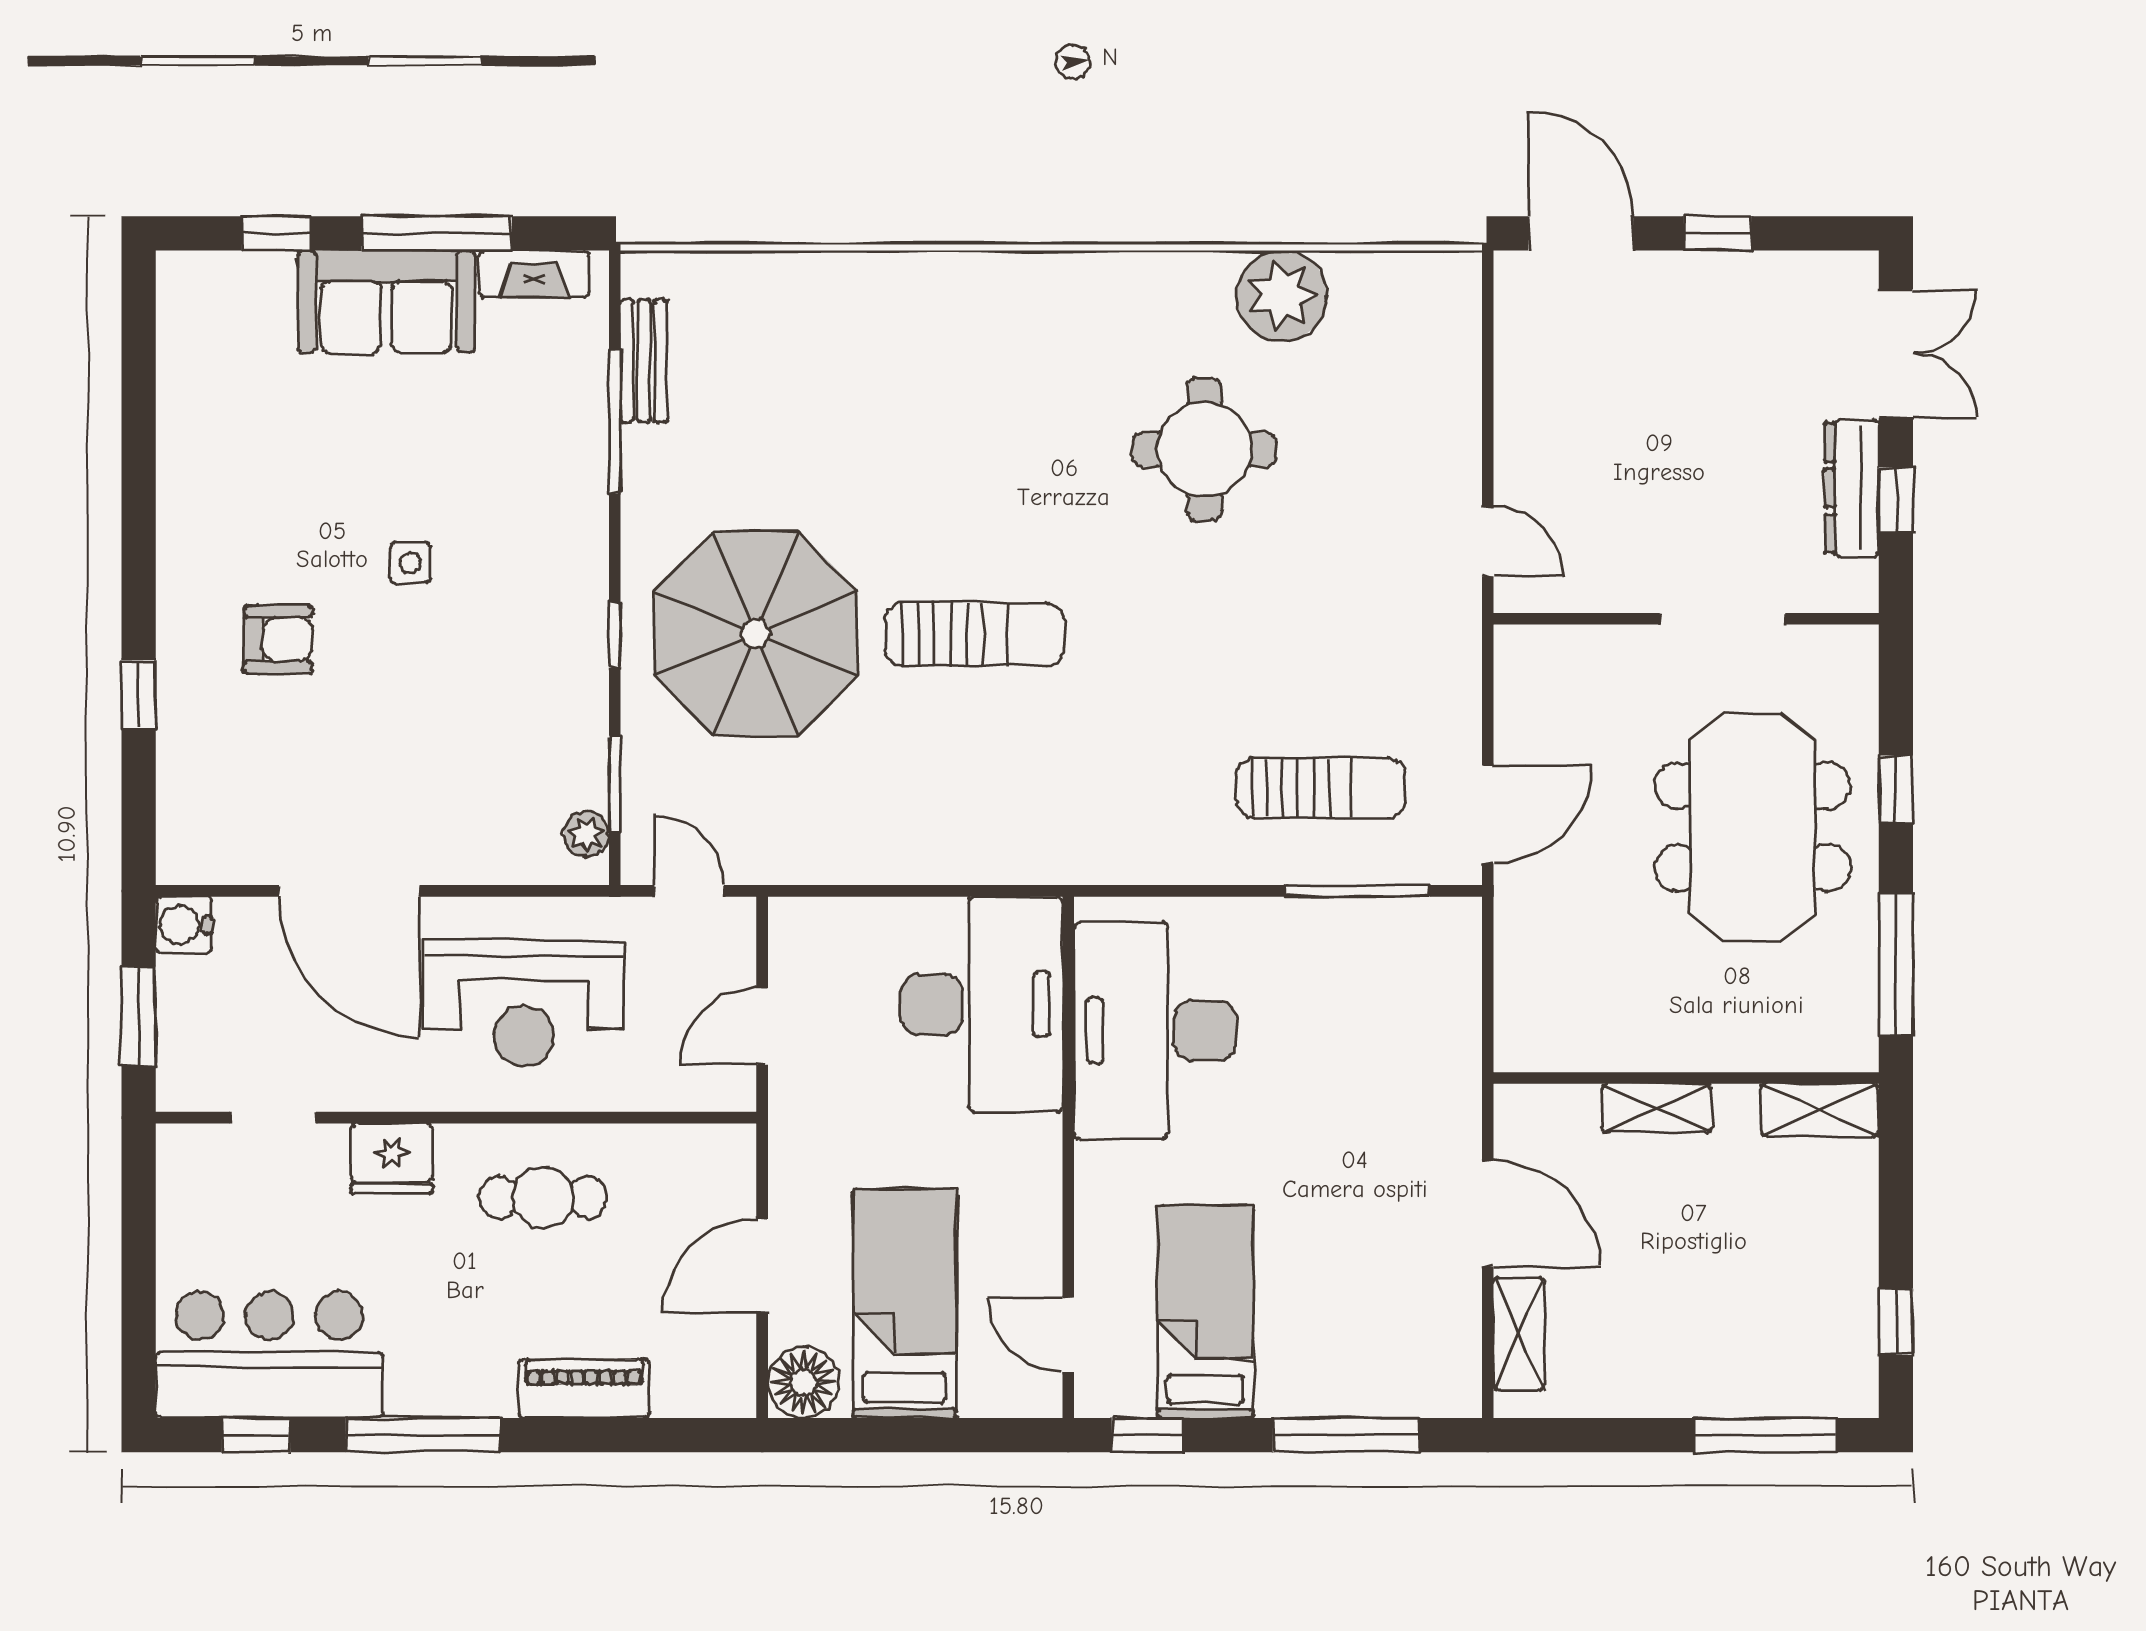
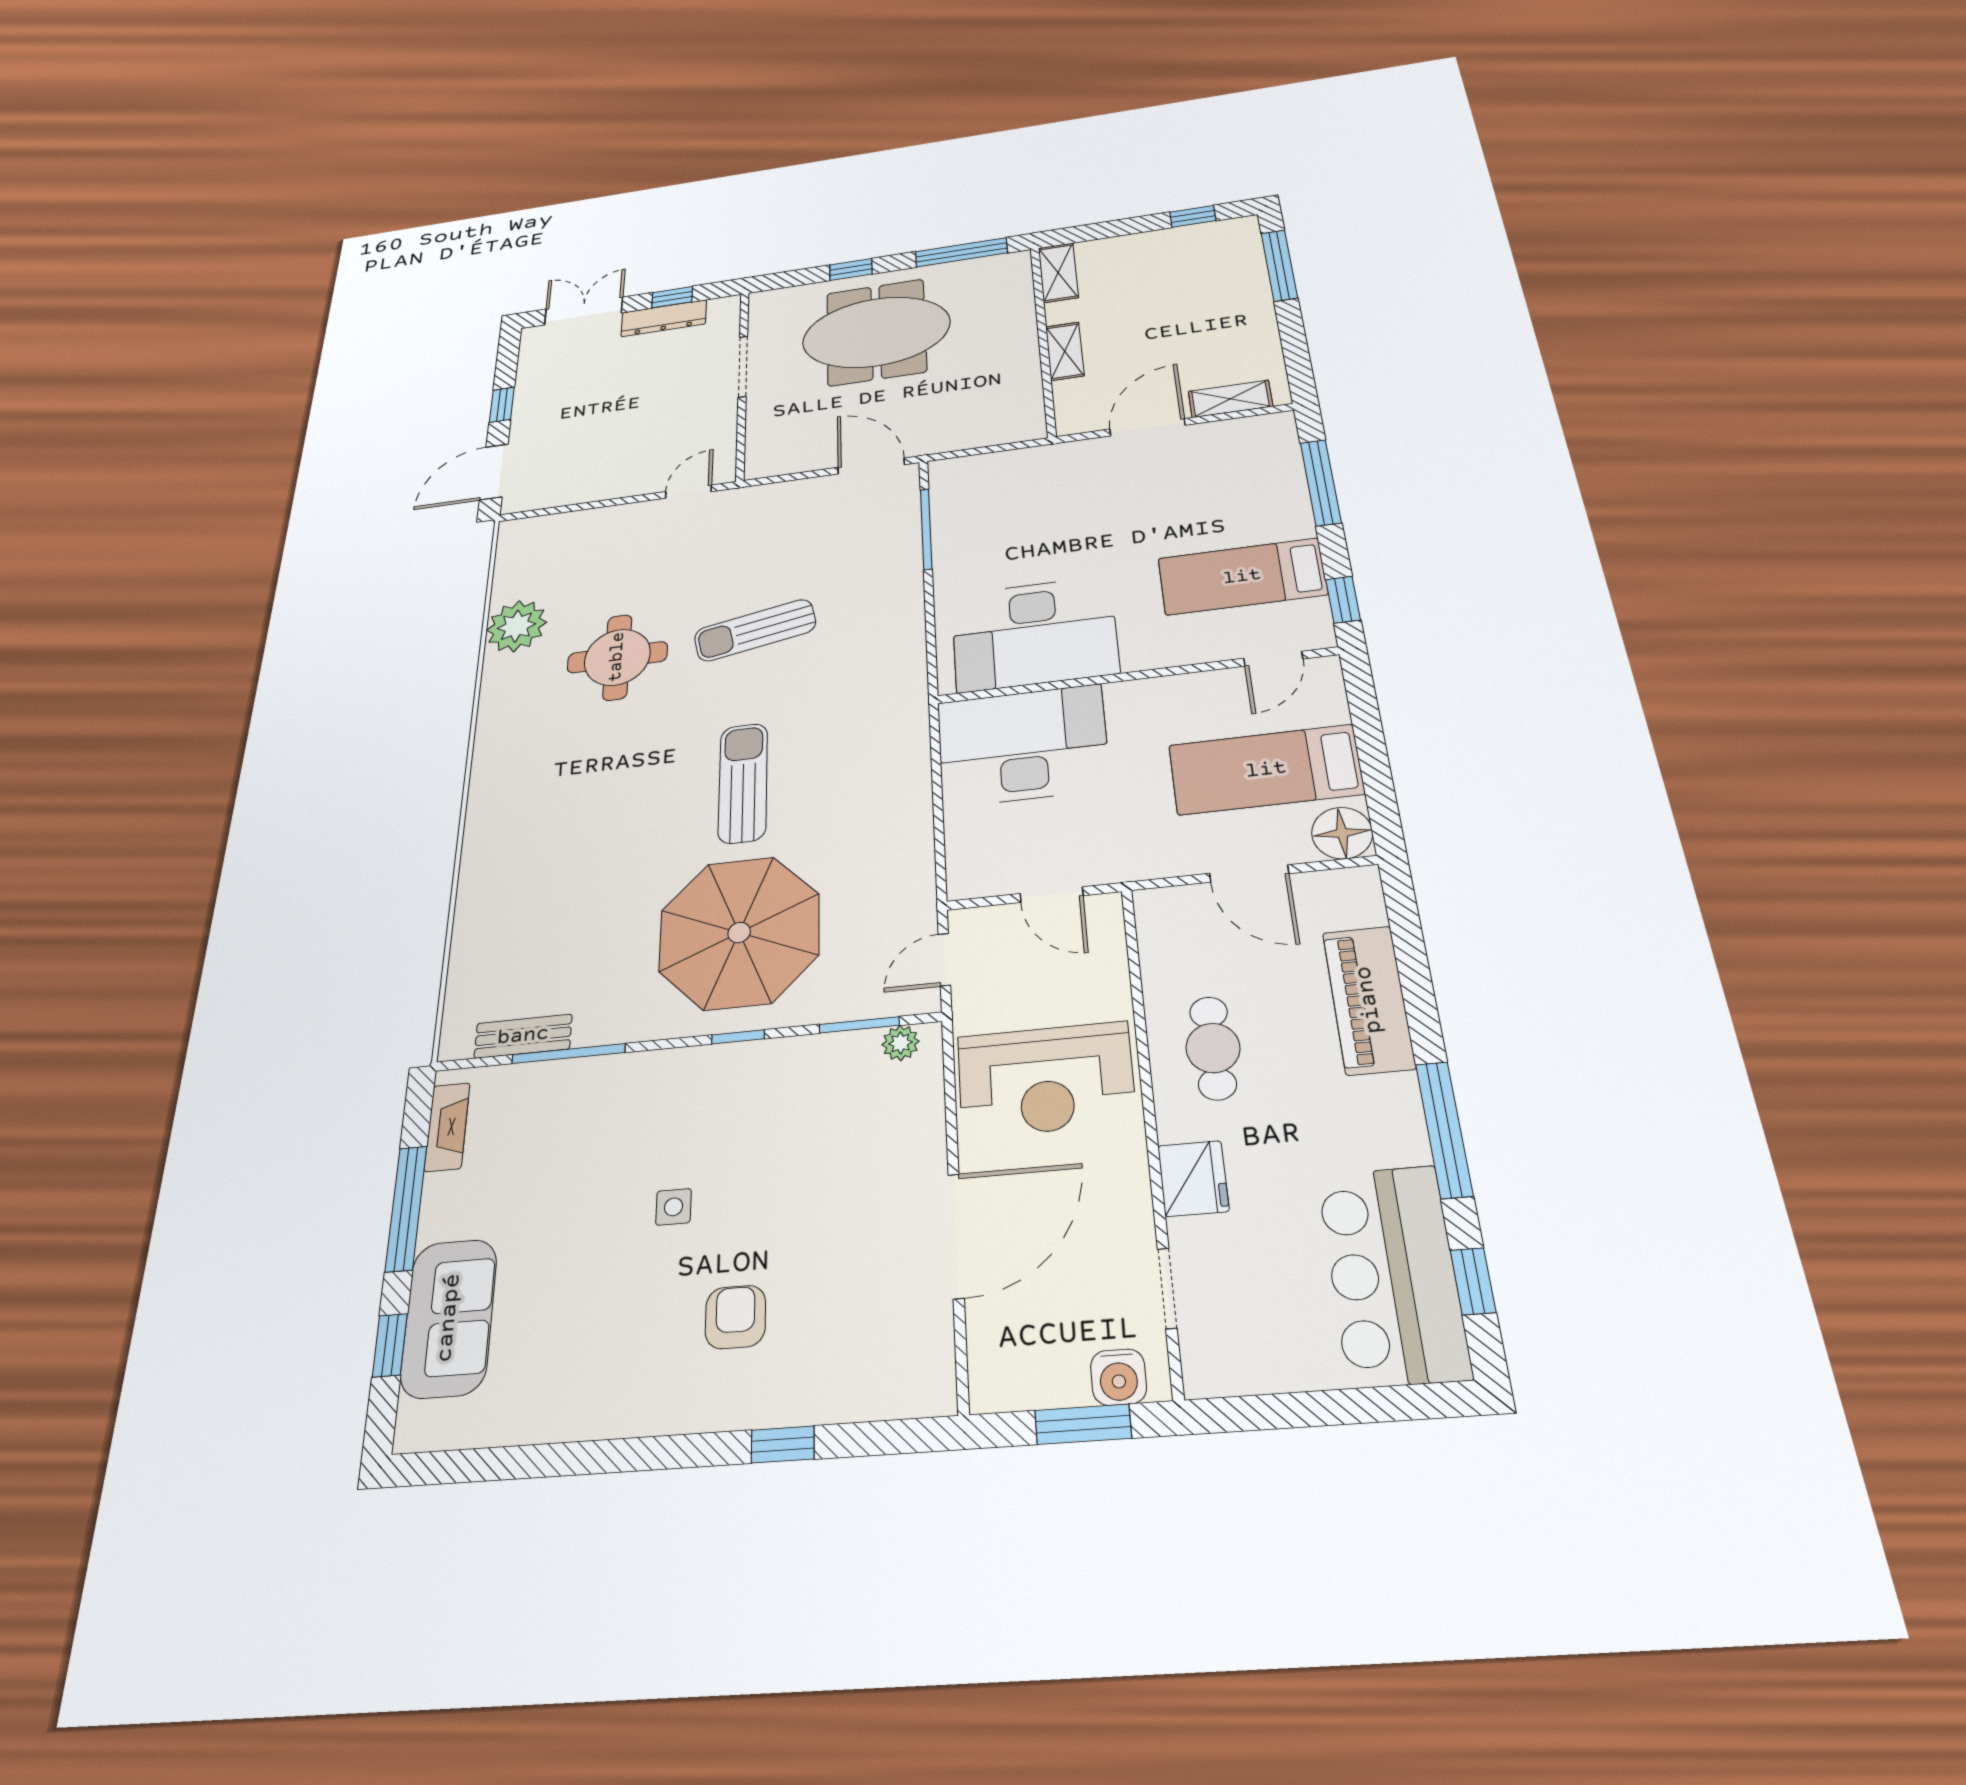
sofa: (386, 301) -> (449, 1318), moved
sun lounger: (1321, 788) -> (755, 630), moved, turned -101
water cooler: (184, 925) -> (1119, 1377), moved
reception desk: (524, 1003) -> (1046, 1079), turned 90
piano: (584, 1389) -> (1369, 1000), width x1.37, depth x1.33

